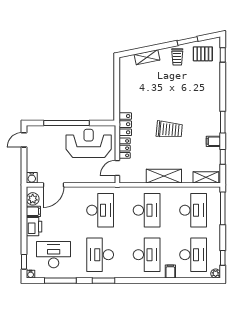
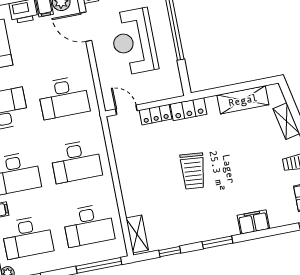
filing cabinet: (213, 141) -> (253, 222), moved, width x2.00
reception desk: (89, 143) -> (134, 42), moved, turned 180
shelving: (164, 176) -> (243, 100), moved, turned 90

